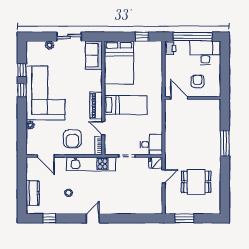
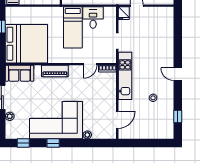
bed: (119, 62) -> (26, 44), width x1.36
window: (22, 70) -> (23, 143), moved
bed: (126, 105) -> (73, 27), moved, turned 180
piano: (96, 106) -> (55, 71), moved
armchair: (72, 139) -> (100, 94), removed
desk: (151, 145) -> (93, 18), moved
kitchen counter: (32, 193) -> (153, 133), removed

